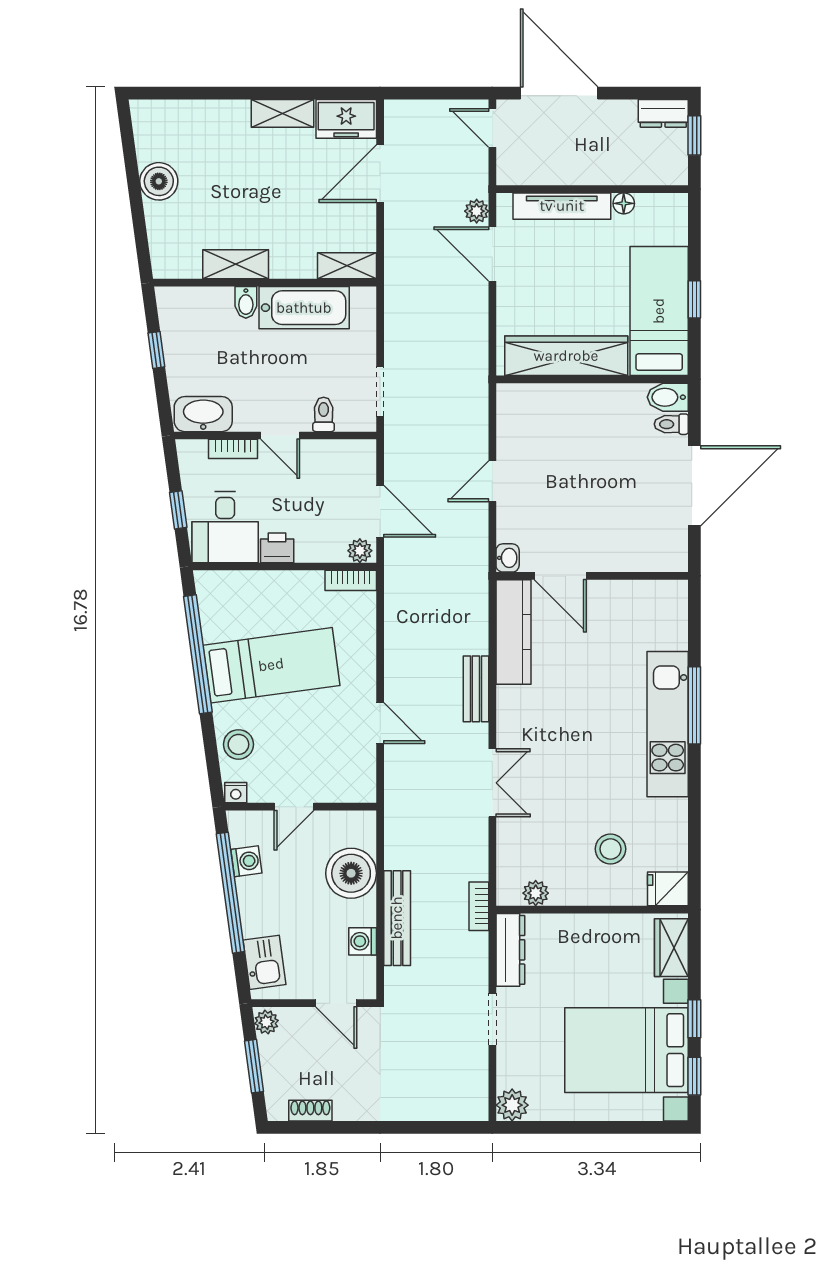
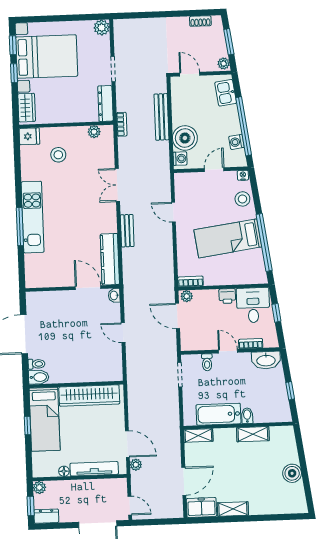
plant: (675, 172) -> (39, 487), added
door: (492, 481) -> (123, 333), swing flipped
washing machine: (363, 941) -> (180, 159), moved

